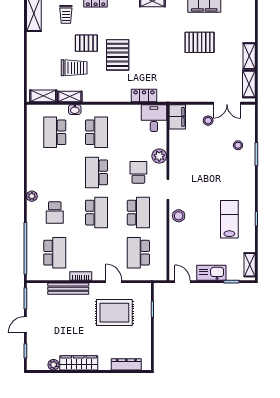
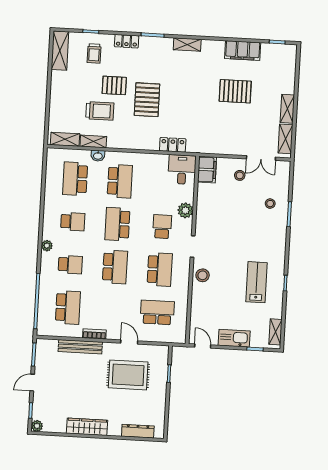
school desk: (55, 172) -> (73, 222), added
school desk: (55, 213) -> (70, 265), turned -90
school desk: (138, 253) -> (157, 312), turned 90
plant: (53, 365) -> (37, 426), moved

